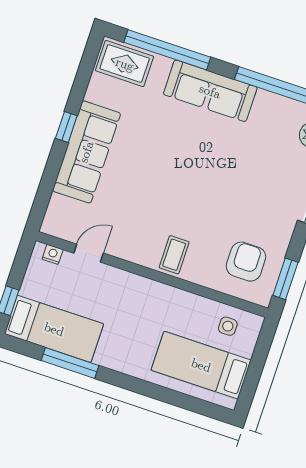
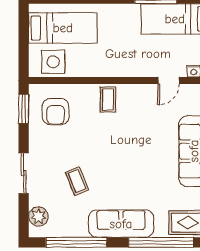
coffee table: (248, 164) -> (77, 181), added
side table: (228, 326) -> (53, 62), width x1.87, depth x1.87

